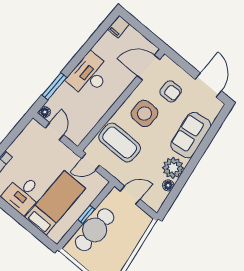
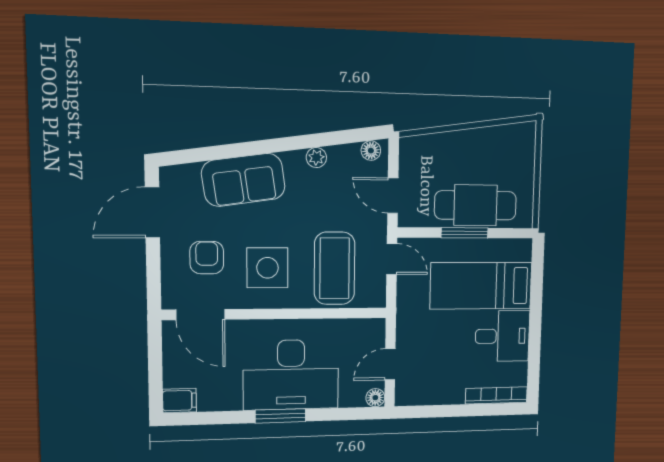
desk: (89, 75) -> (291, 375), width x1.36, depth x1.30
window: (54, 86) -> (280, 416), moved
door: (91, 162) -> (392, 259), moved
plant: (173, 168) -> (316, 158), width x0.53, depth x0.53
floor lamp: (168, 185) -> (371, 151), moved
window: (86, 215) -> (465, 233), width x1.50

